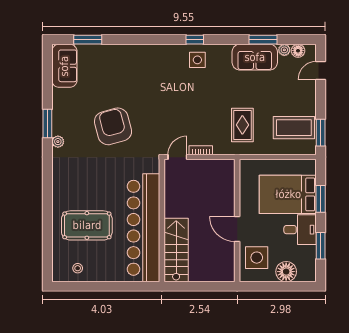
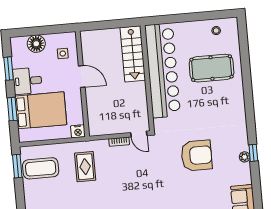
window: (47, 123) -> (253, 153), width x0.67
armchair: (113, 126) -> (197, 155), turned -75
plant: (58, 142) -> (245, 157), moved
door: (177, 157) -> (139, 134), hinge flipped
nightstand: (247, 166) -> (78, 131), added
side table: (257, 258) -> (63, 54), width x0.54, depth x0.54

